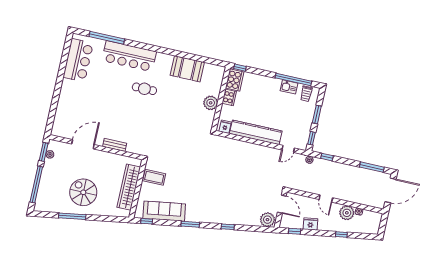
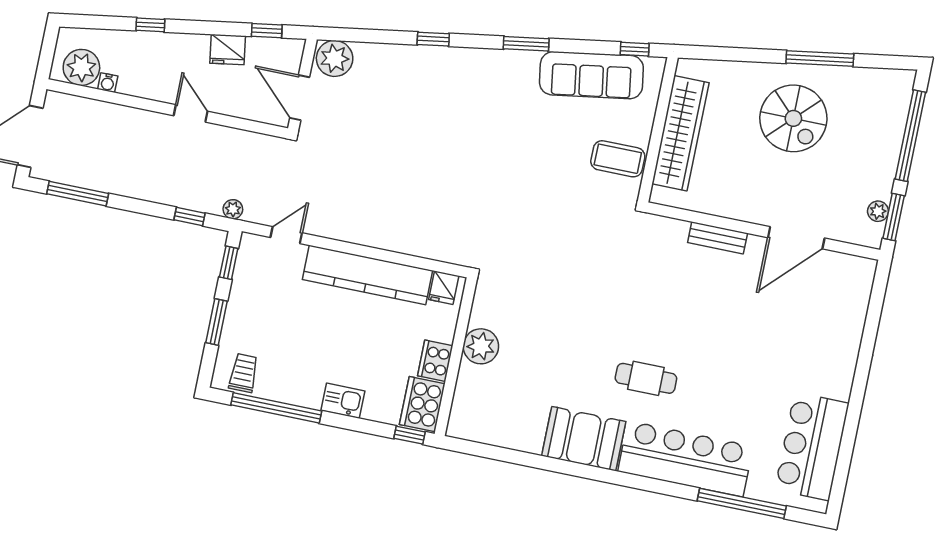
booth: (187, 69) -> (584, 439), moved
kitchen sink: (289, 87) -> (343, 401), moved
plant: (347, 213) -> (81, 67), moved

